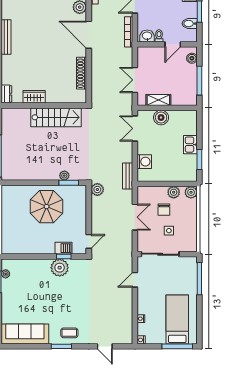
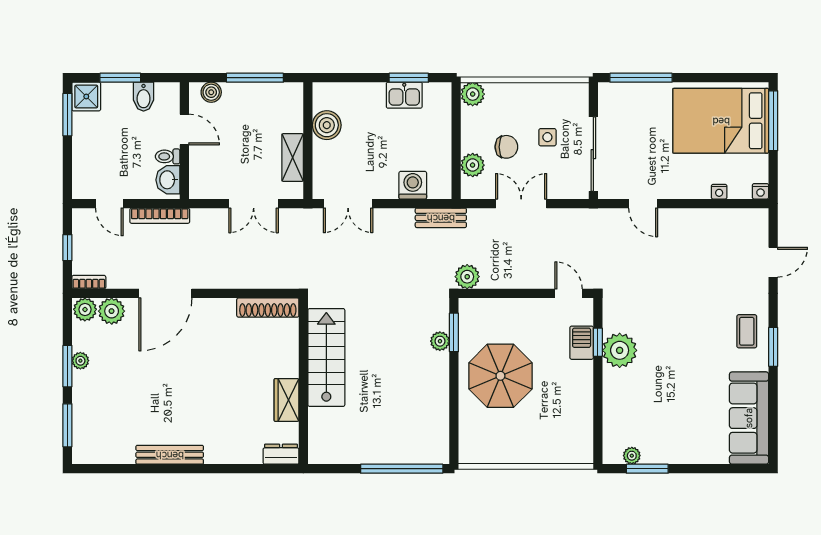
shoe rack: (82, 73) -> (268, 308), moved
boiler: (161, 118) -> (327, 125), moved
kitchen sink: (190, 145) -> (404, 95), moved
plant: (174, 192) -> (473, 165), moved
bed: (177, 319) -> (721, 121), width x1.50

